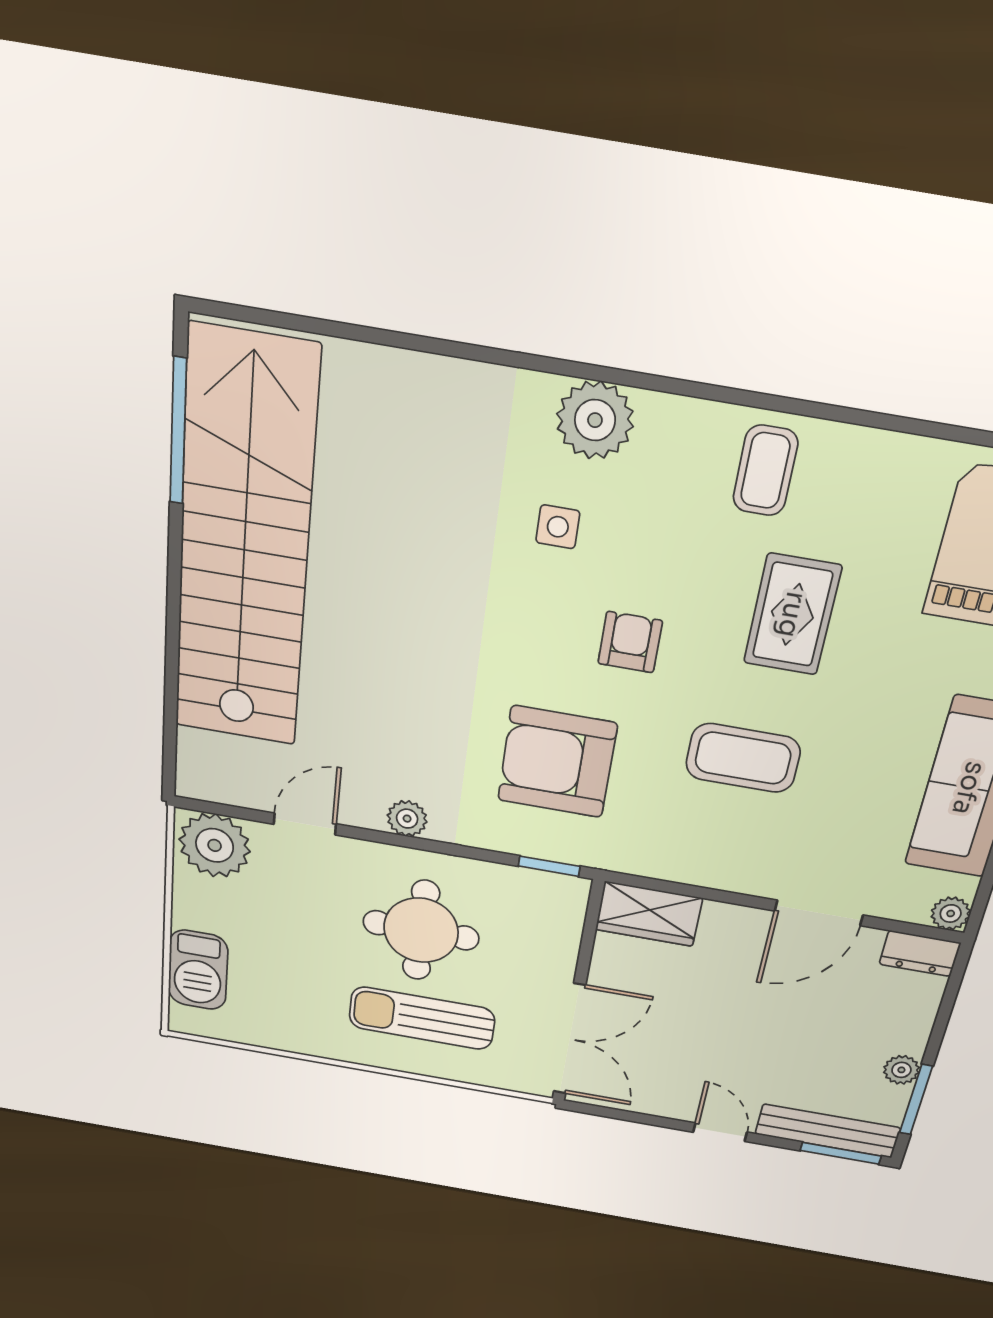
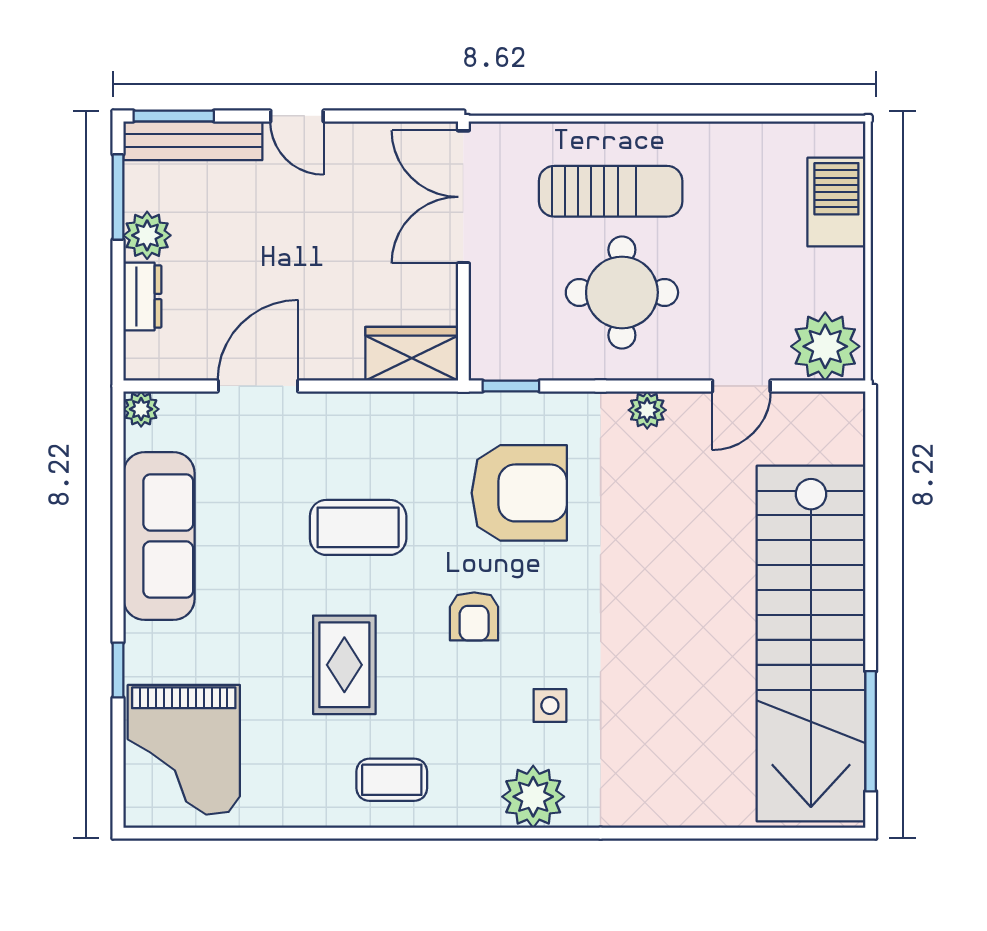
coffee table: (765, 471) -> (392, 780), turned 90
dresser: (920, 953) -> (142, 296), moved, turned 90
plant: (901, 1070) -> (147, 235), width x1.38, depth x1.38

